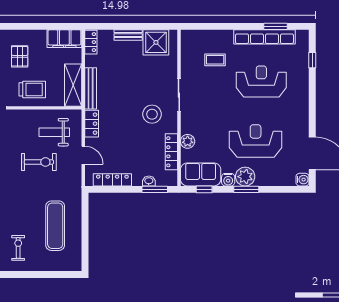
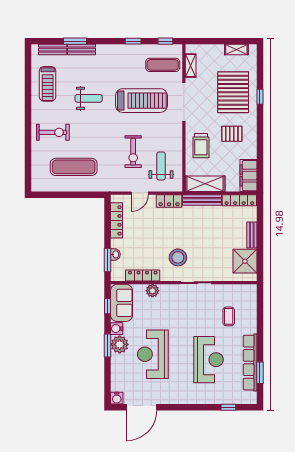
locker: (91, 42) -> (239, 200), width x1.53
reception desk: (256, 141) -> (153, 354), turned 180
exercise bike: (18, 248) -> (53, 132), width x1.38, depth x1.39

